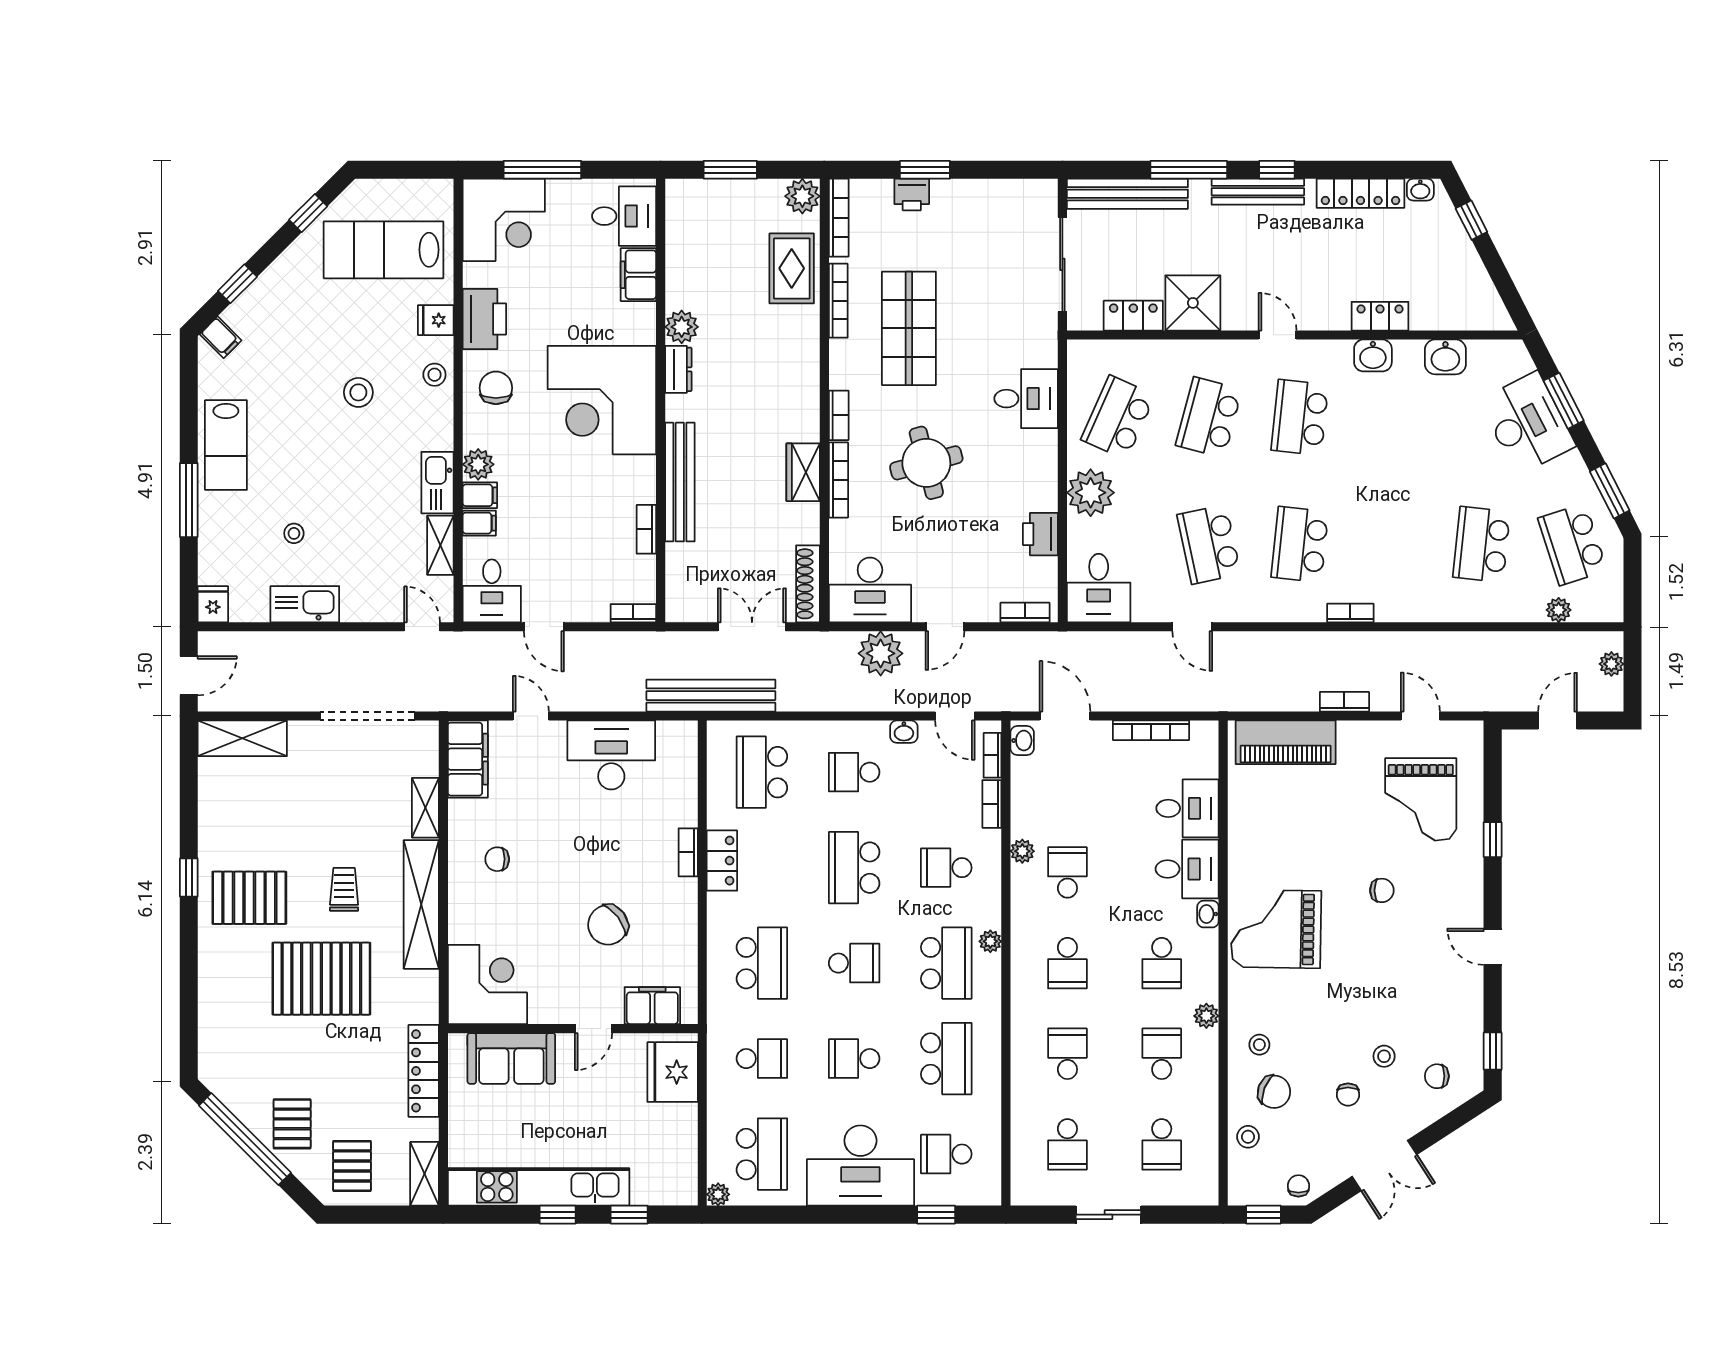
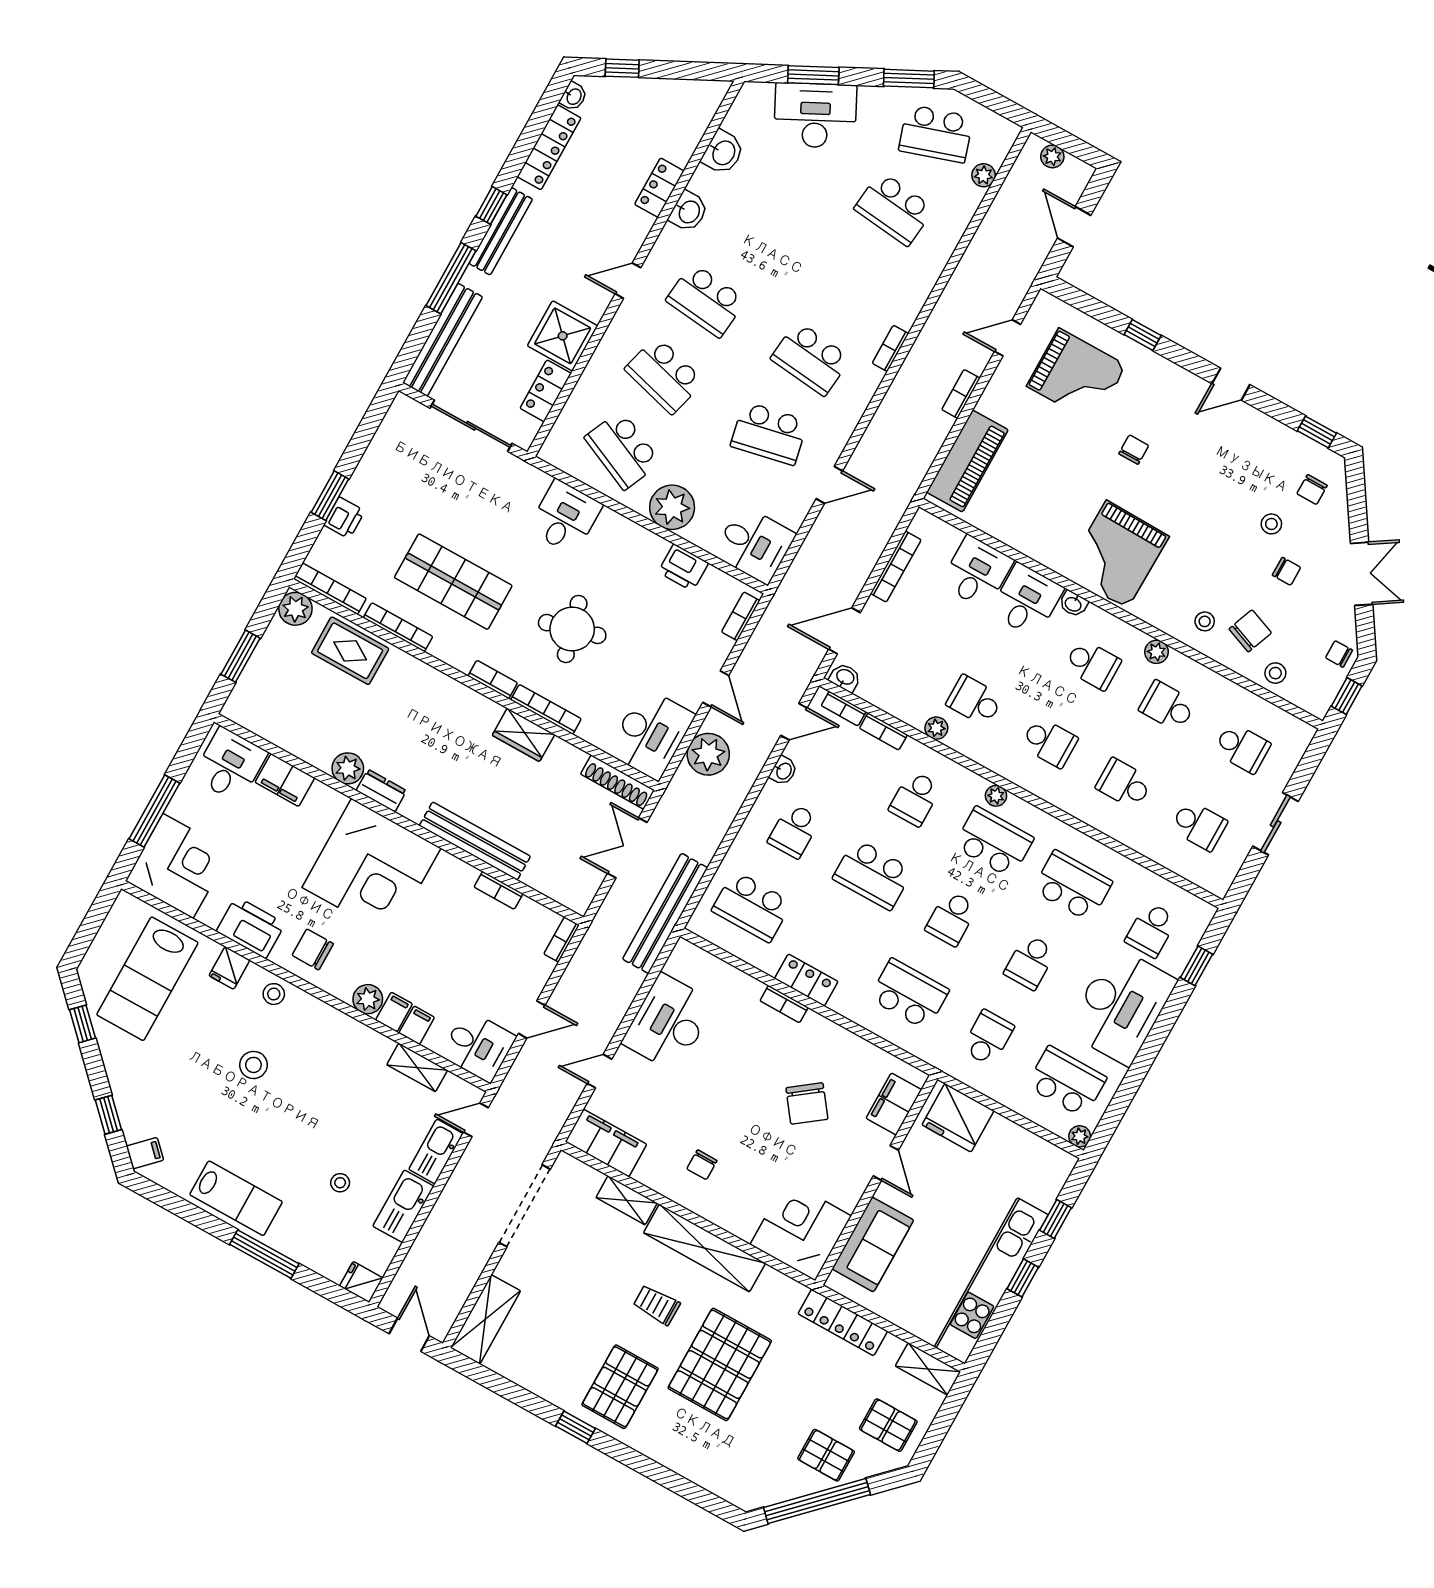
kitchen sink: (438, 483) -> (436, 1151), moved, turned 90
school desk: (854, 963) -> (951, 918), turned 180

